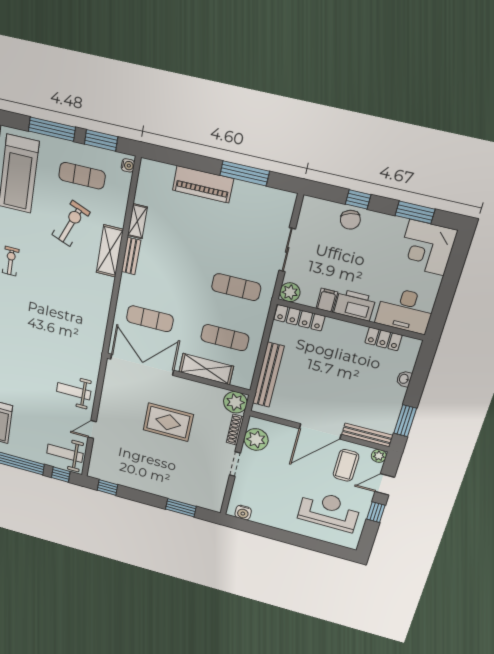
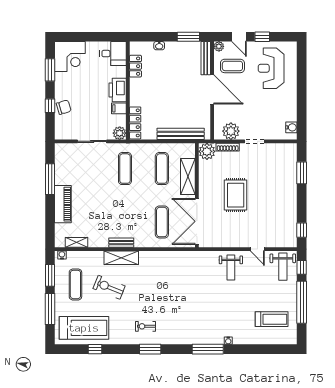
shelving: (137, 221) -> (76, 242), moved
desk: (405, 310) -> (113, 54), width x0.73

